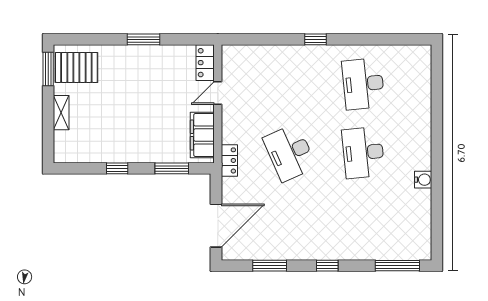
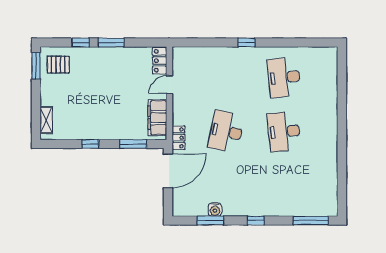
window: (105, 39) -> (81, 43), added
pallet: (76, 67) -> (58, 65), width x0.67, depth x0.71
shelving: (61, 113) -> (46, 120), moved
desk: (290, 153) -> (226, 132), turned 36
water cooler: (423, 180) -> (215, 210), moved, turned 90
door: (216, 226) -> (168, 171), moved

